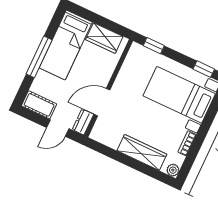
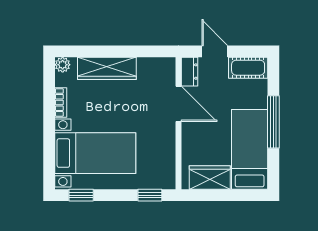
door: (102, 102) -> (178, 104), hinge flipped
door: (58, 128) -> (215, 51), hinge flipped

